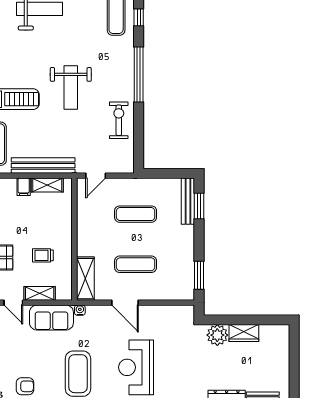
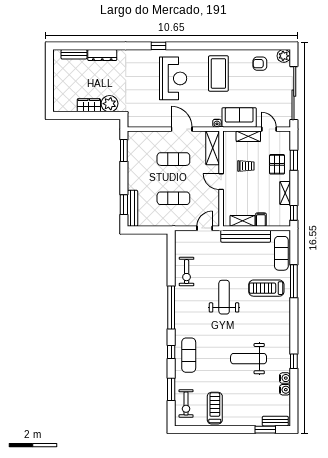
door: (74, 235) -> (221, 182), added

